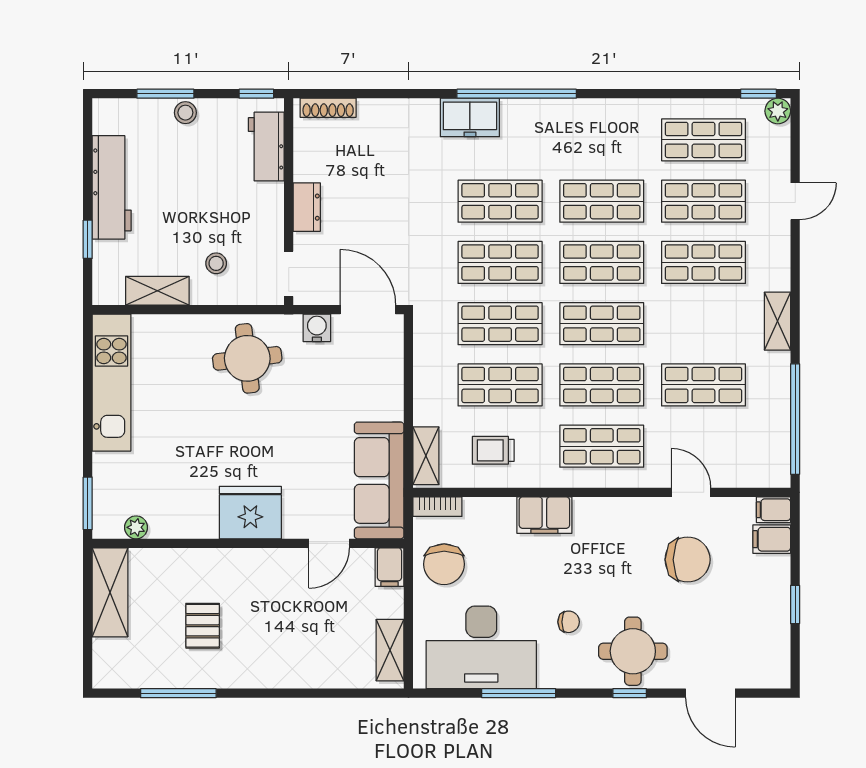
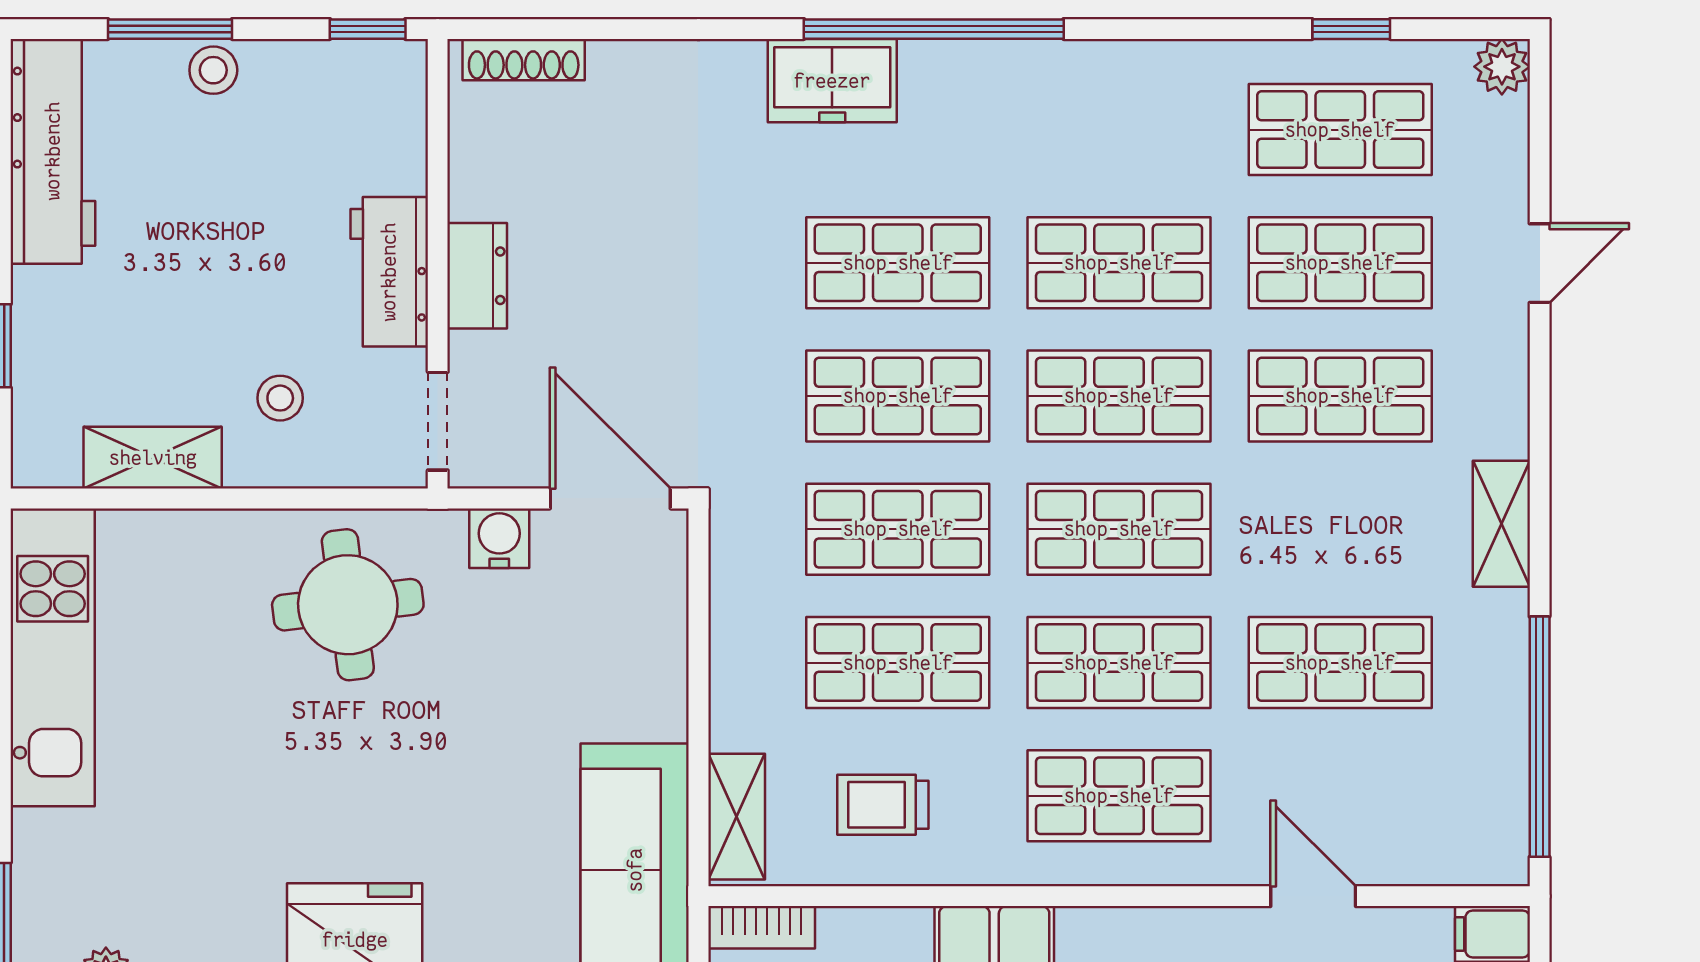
window: (758, 94) -> (1351, 29), moved
workbench: (266, 147) -> (389, 272), moved
workbench: (112, 187) -> (53, 151), moved

